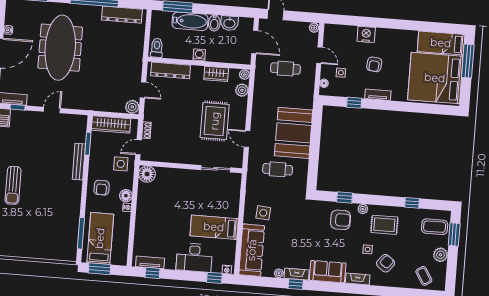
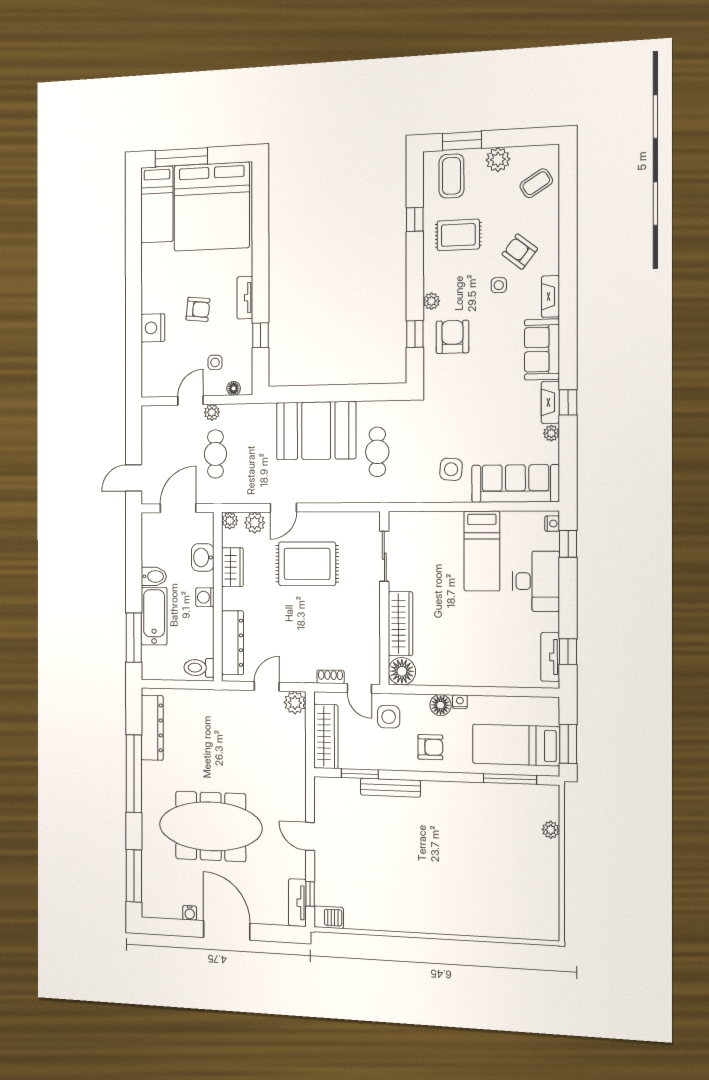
washbasin: (229, 23) -> (203, 557), moved, turned 180
plant: (314, 28) -> (212, 412), moved
door: (247, 139) -> (283, 508), moved
wardrobe: (175, 175) -> (400, 624), added
sun lounger: (13, 185) -> (438, 898), removed
rug: (384, 225) -> (458, 235), moved, turned 90
plant: (50, 255) -> (551, 830), added

